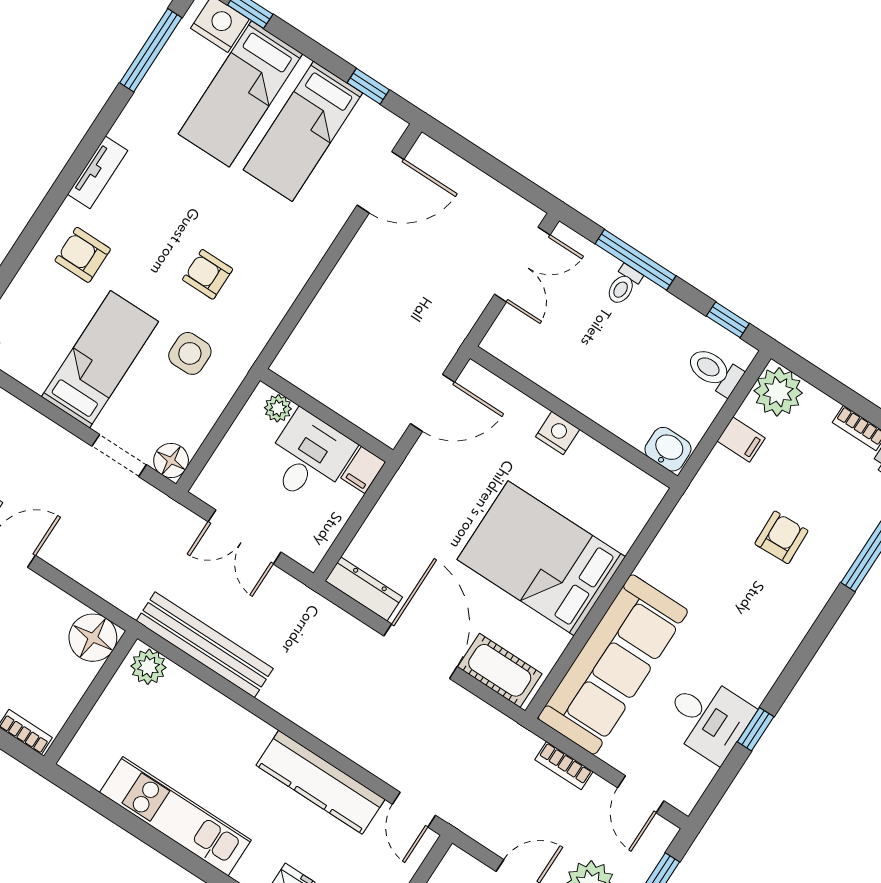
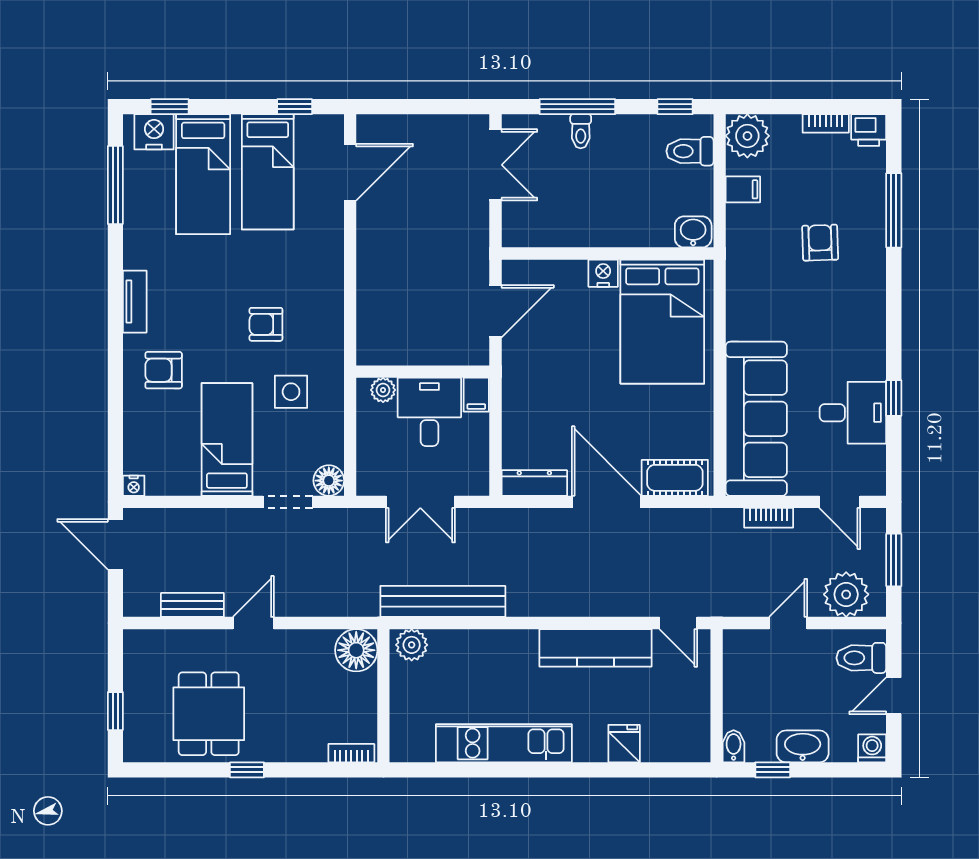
bed: (541, 558) -> (662, 322), moved, turned -90

